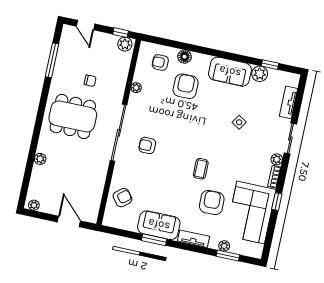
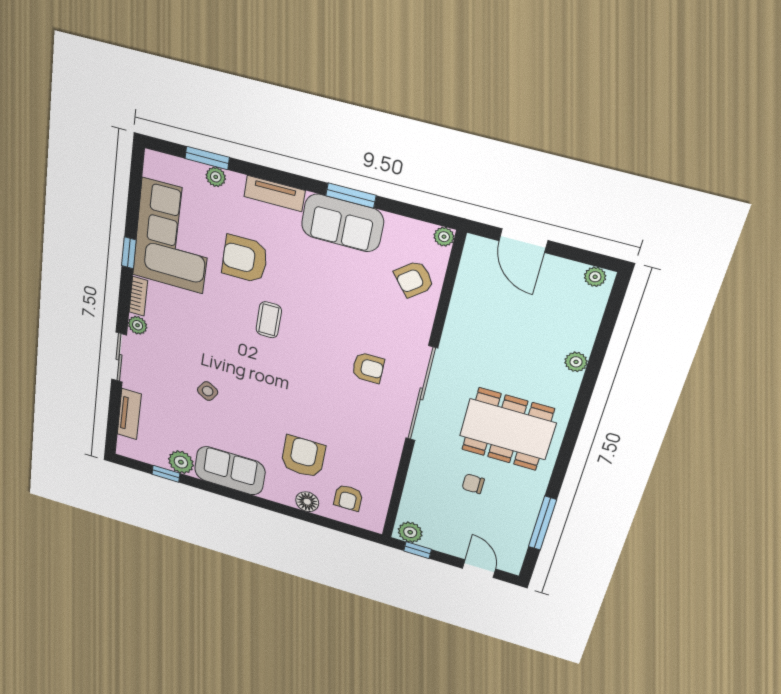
armchair: (160, 62) -> (348, 498), turned 90
armchair: (186, 86) -> (303, 457), turned 180
plant: (136, 88) -> (444, 237), moved
armchair: (212, 202) -> (245, 259), turned 92

